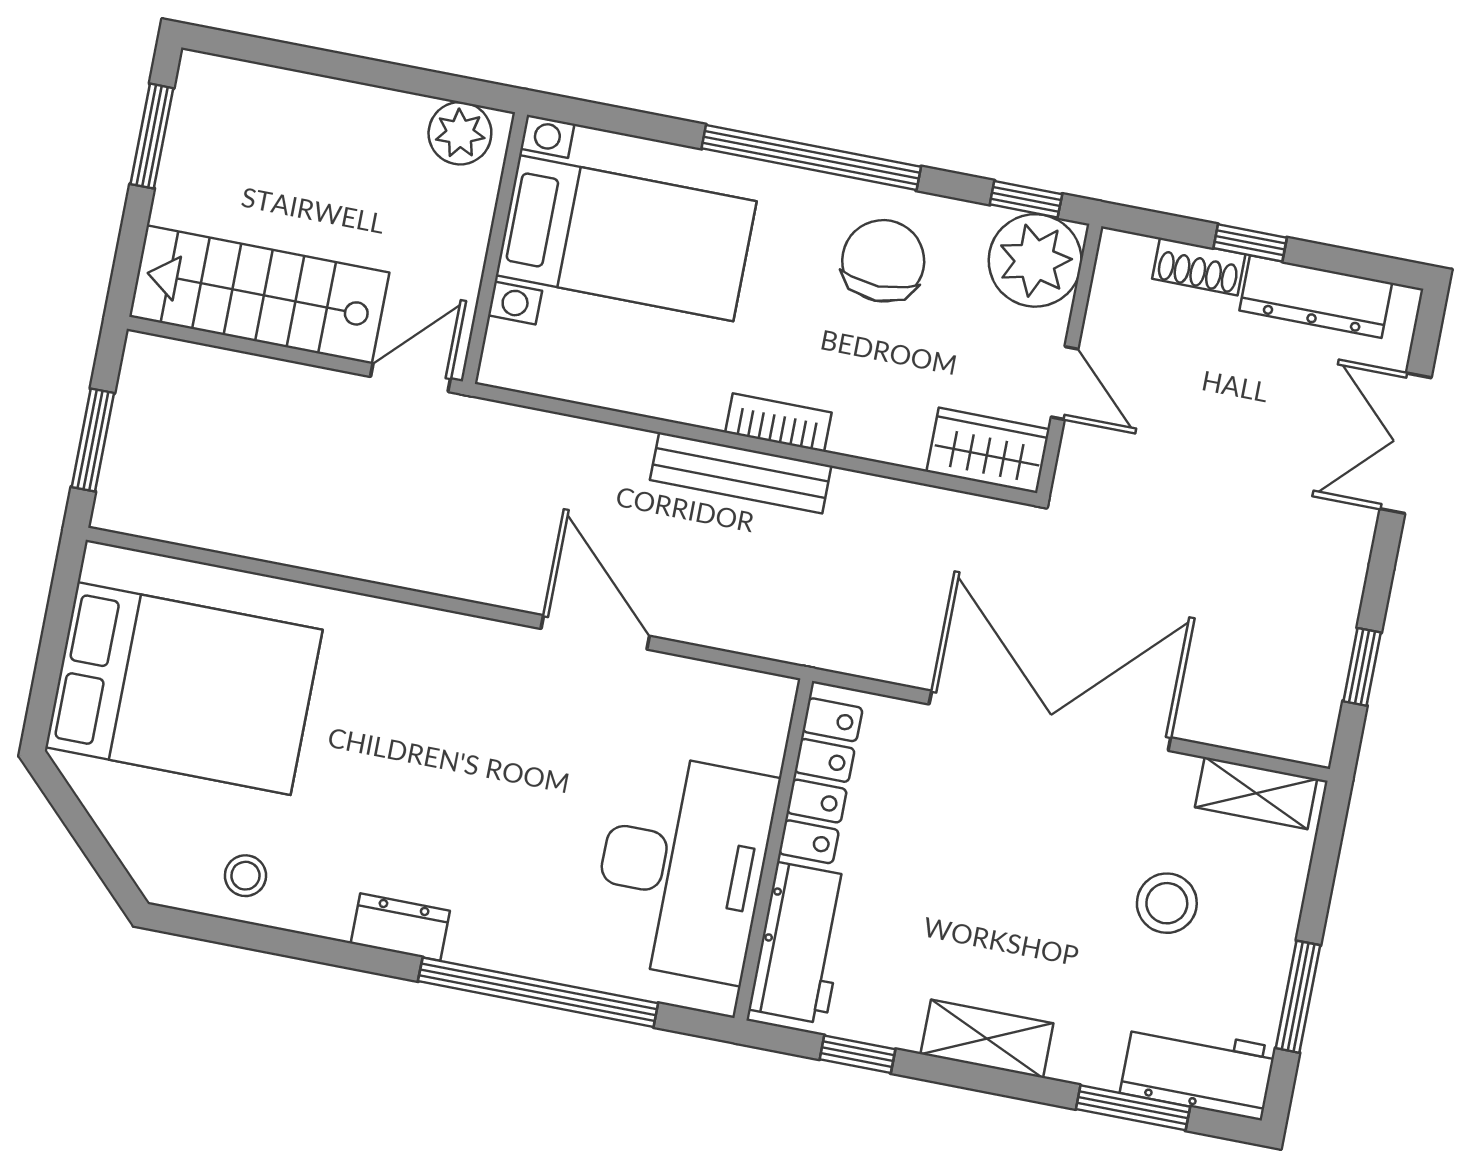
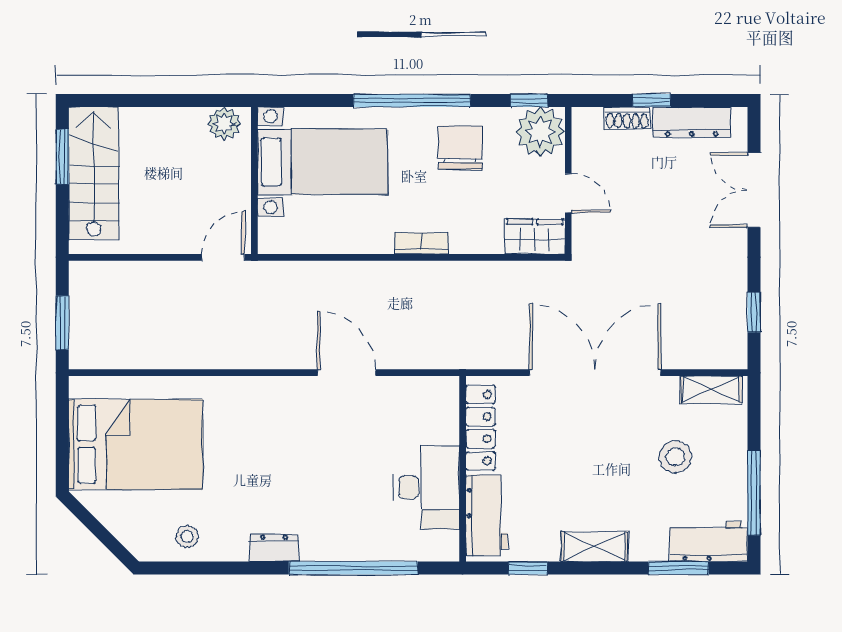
stairs: (259, 295) -> (94, 173), moved, turned 90
bench: (741, 473) -> (407, 274), removed
desk: (683, 867) -> (426, 487), width x0.73, depth x0.77
window: (1298, 997) -> (754, 493), width x1.44

